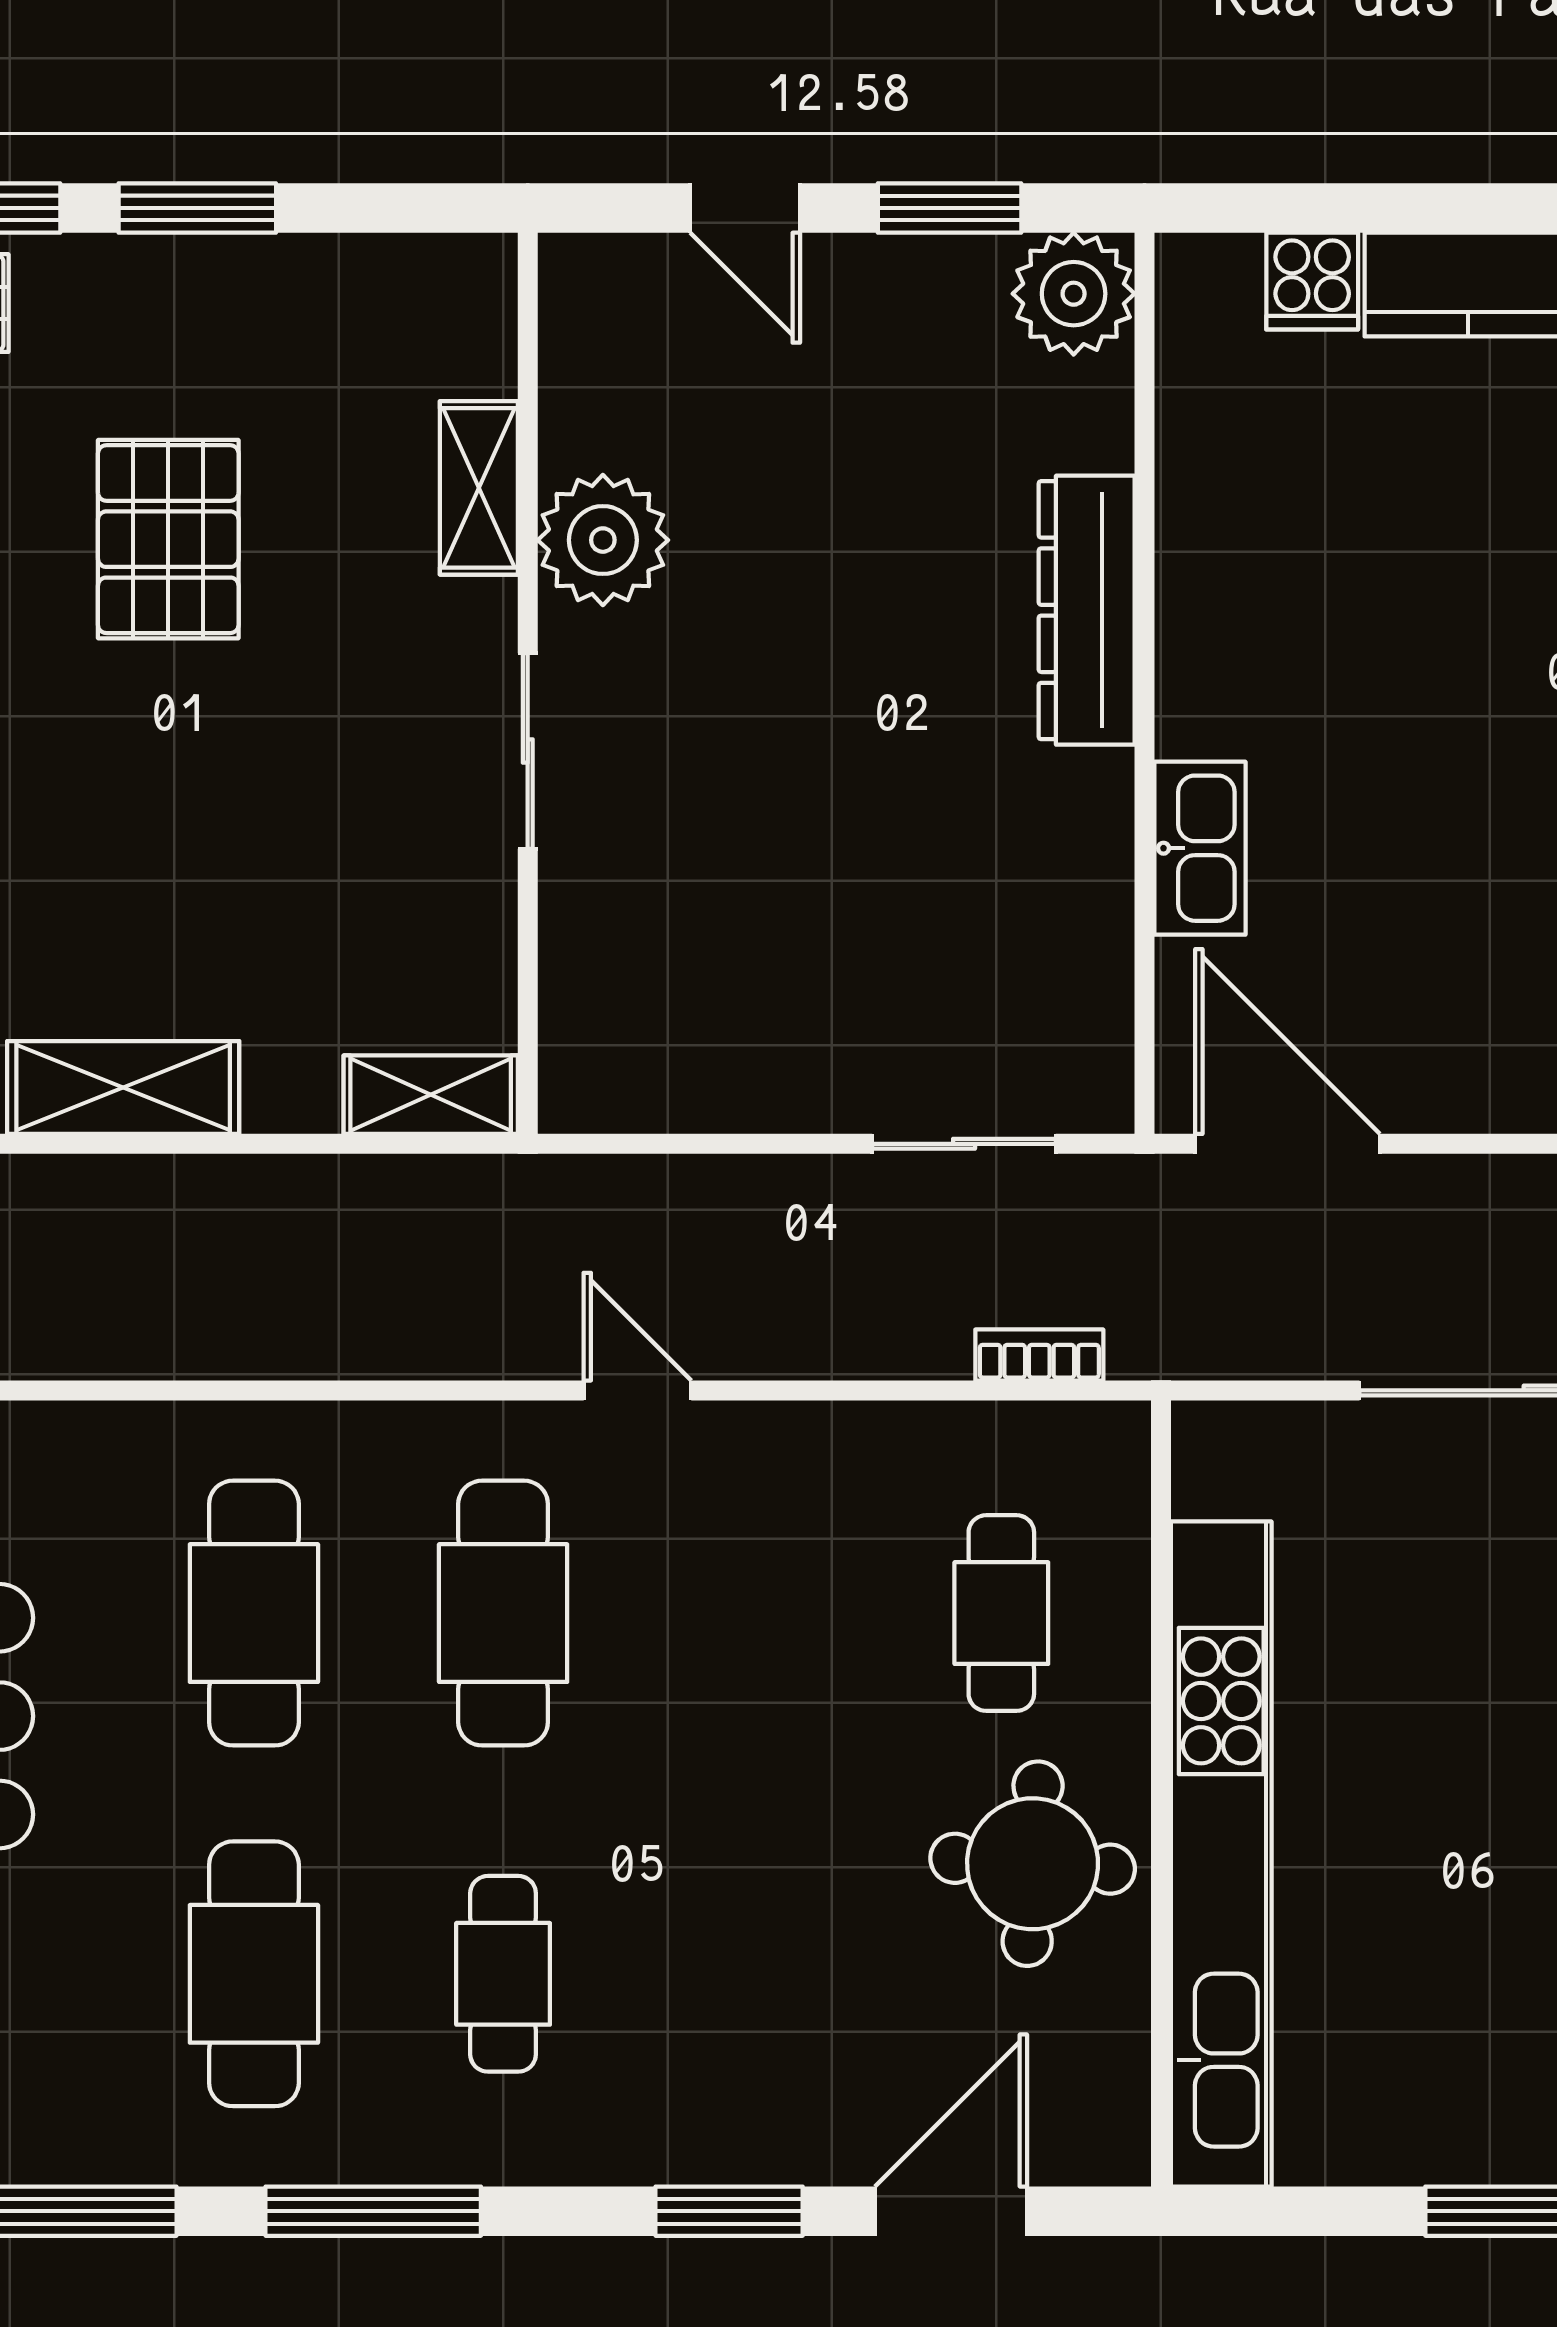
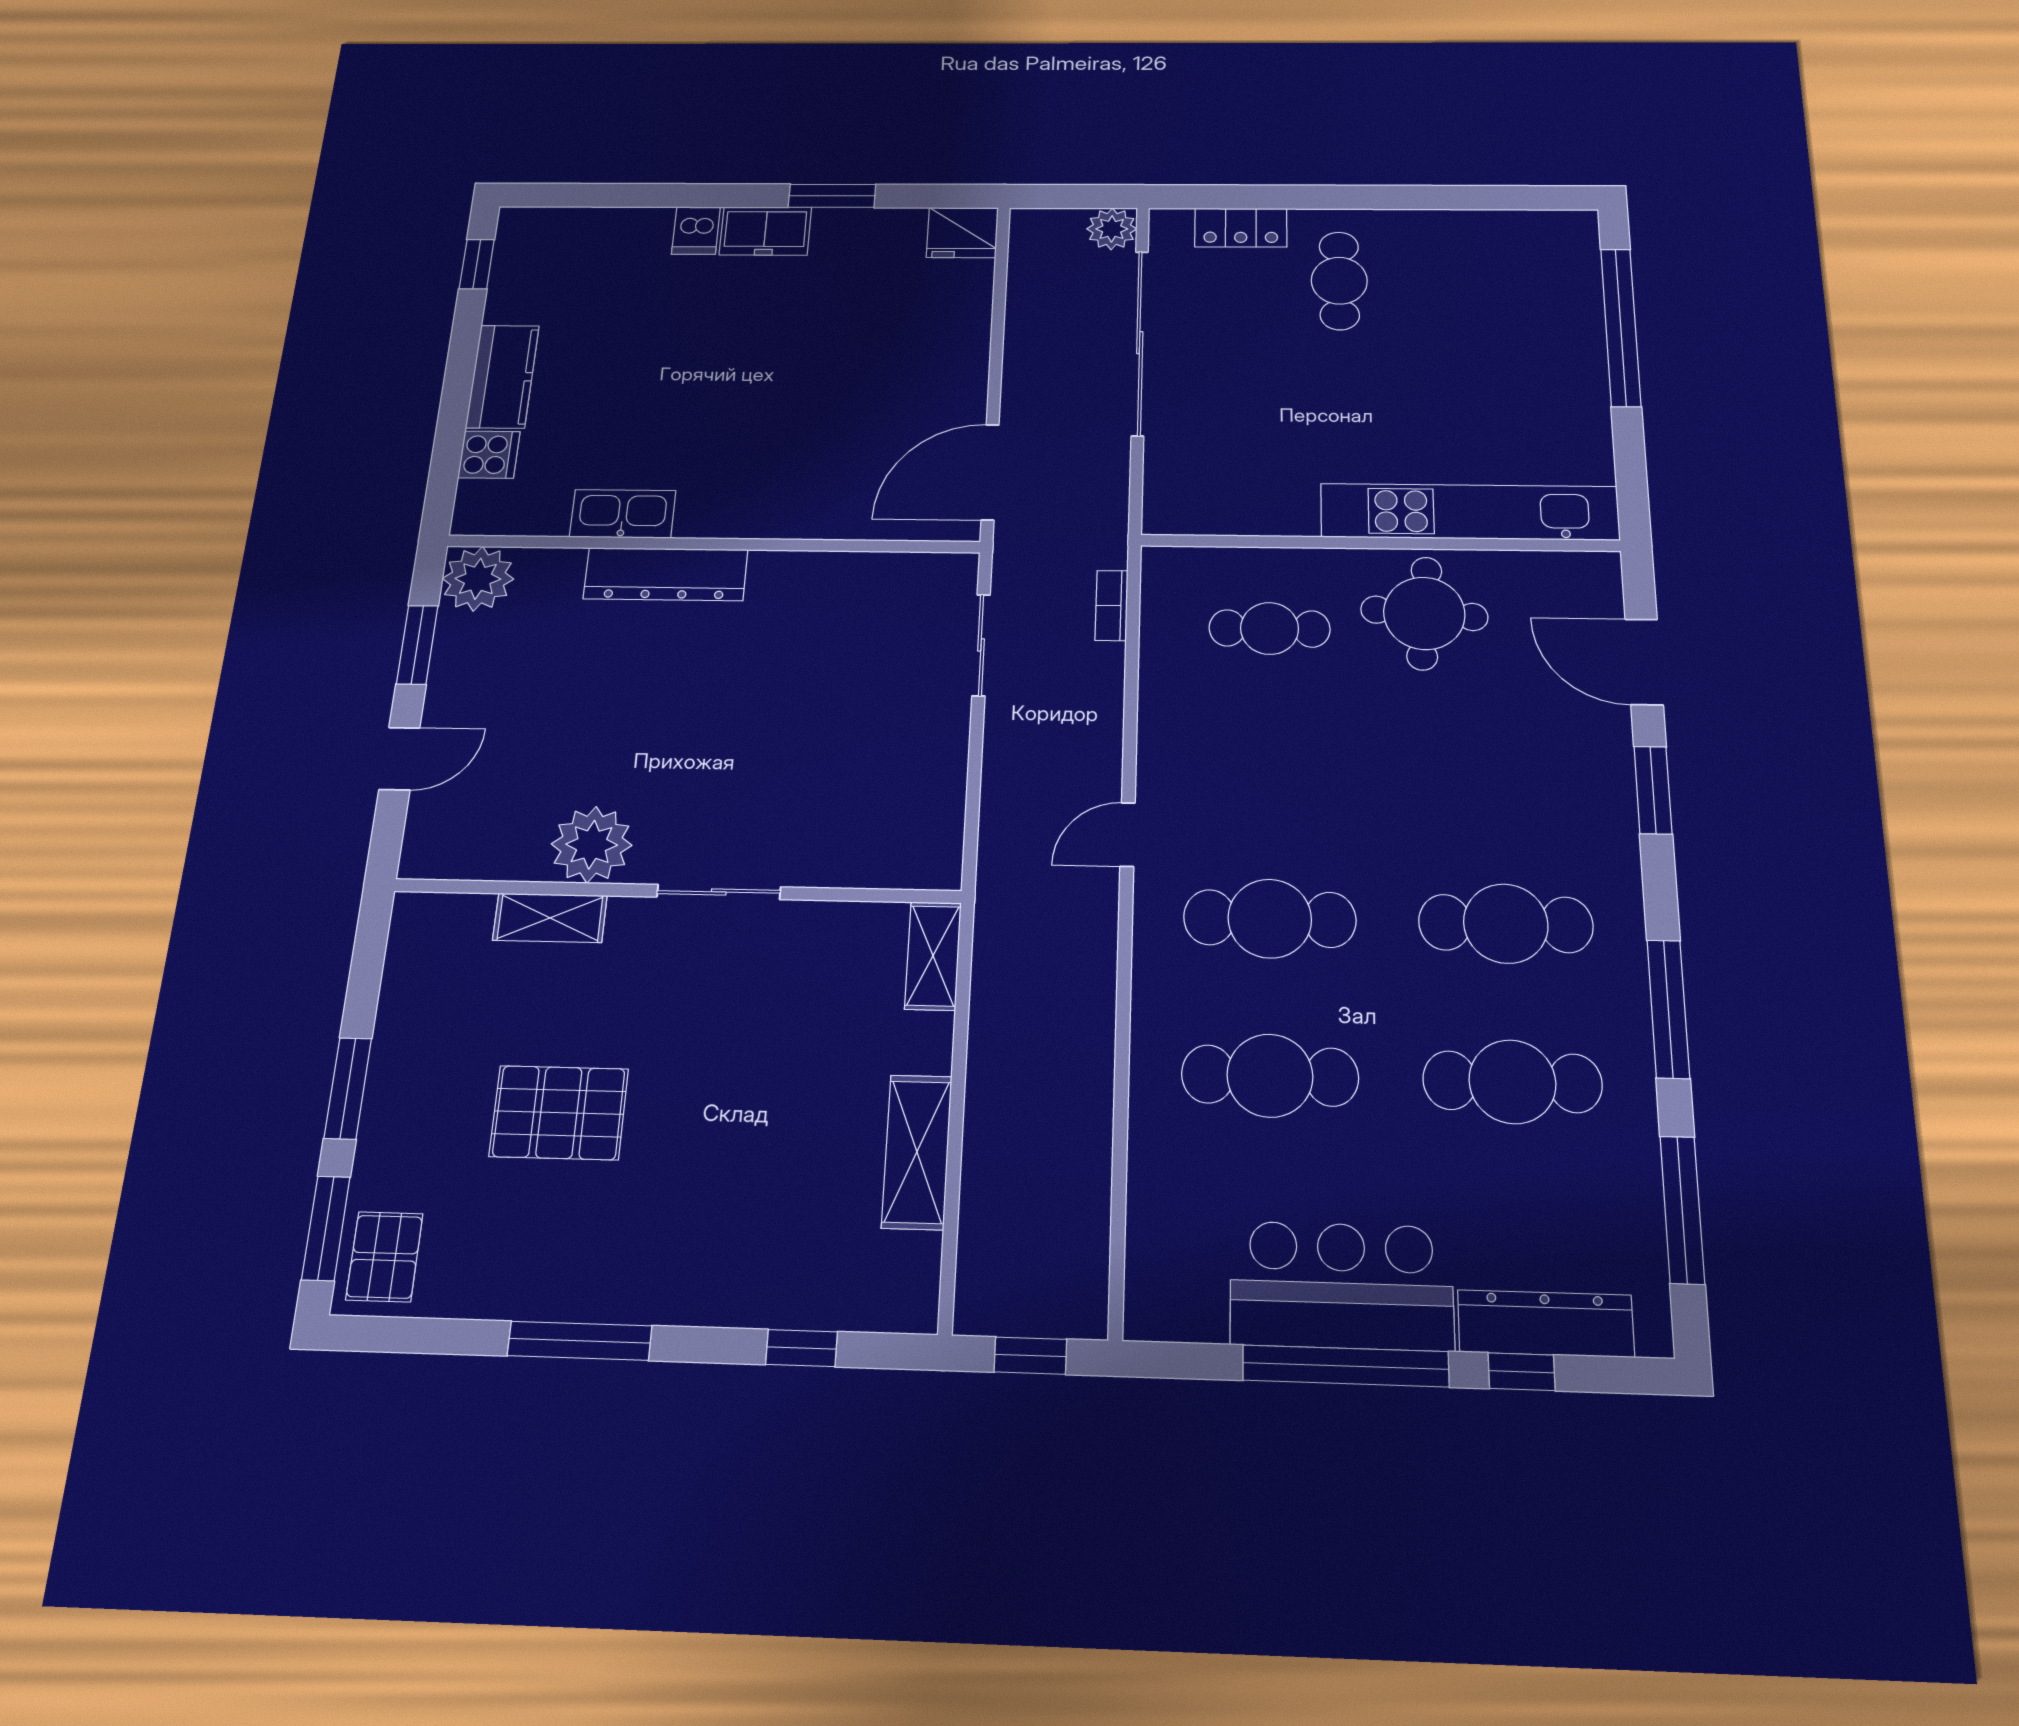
kitchen sink: (1200, 848) -> (623, 514), moved
kitchen unit: (1221, 1854) -> (1469, 512), width x0.73
cafe table: (503, 1974) -> (1506, 924), width x1.37, depth x1.35

